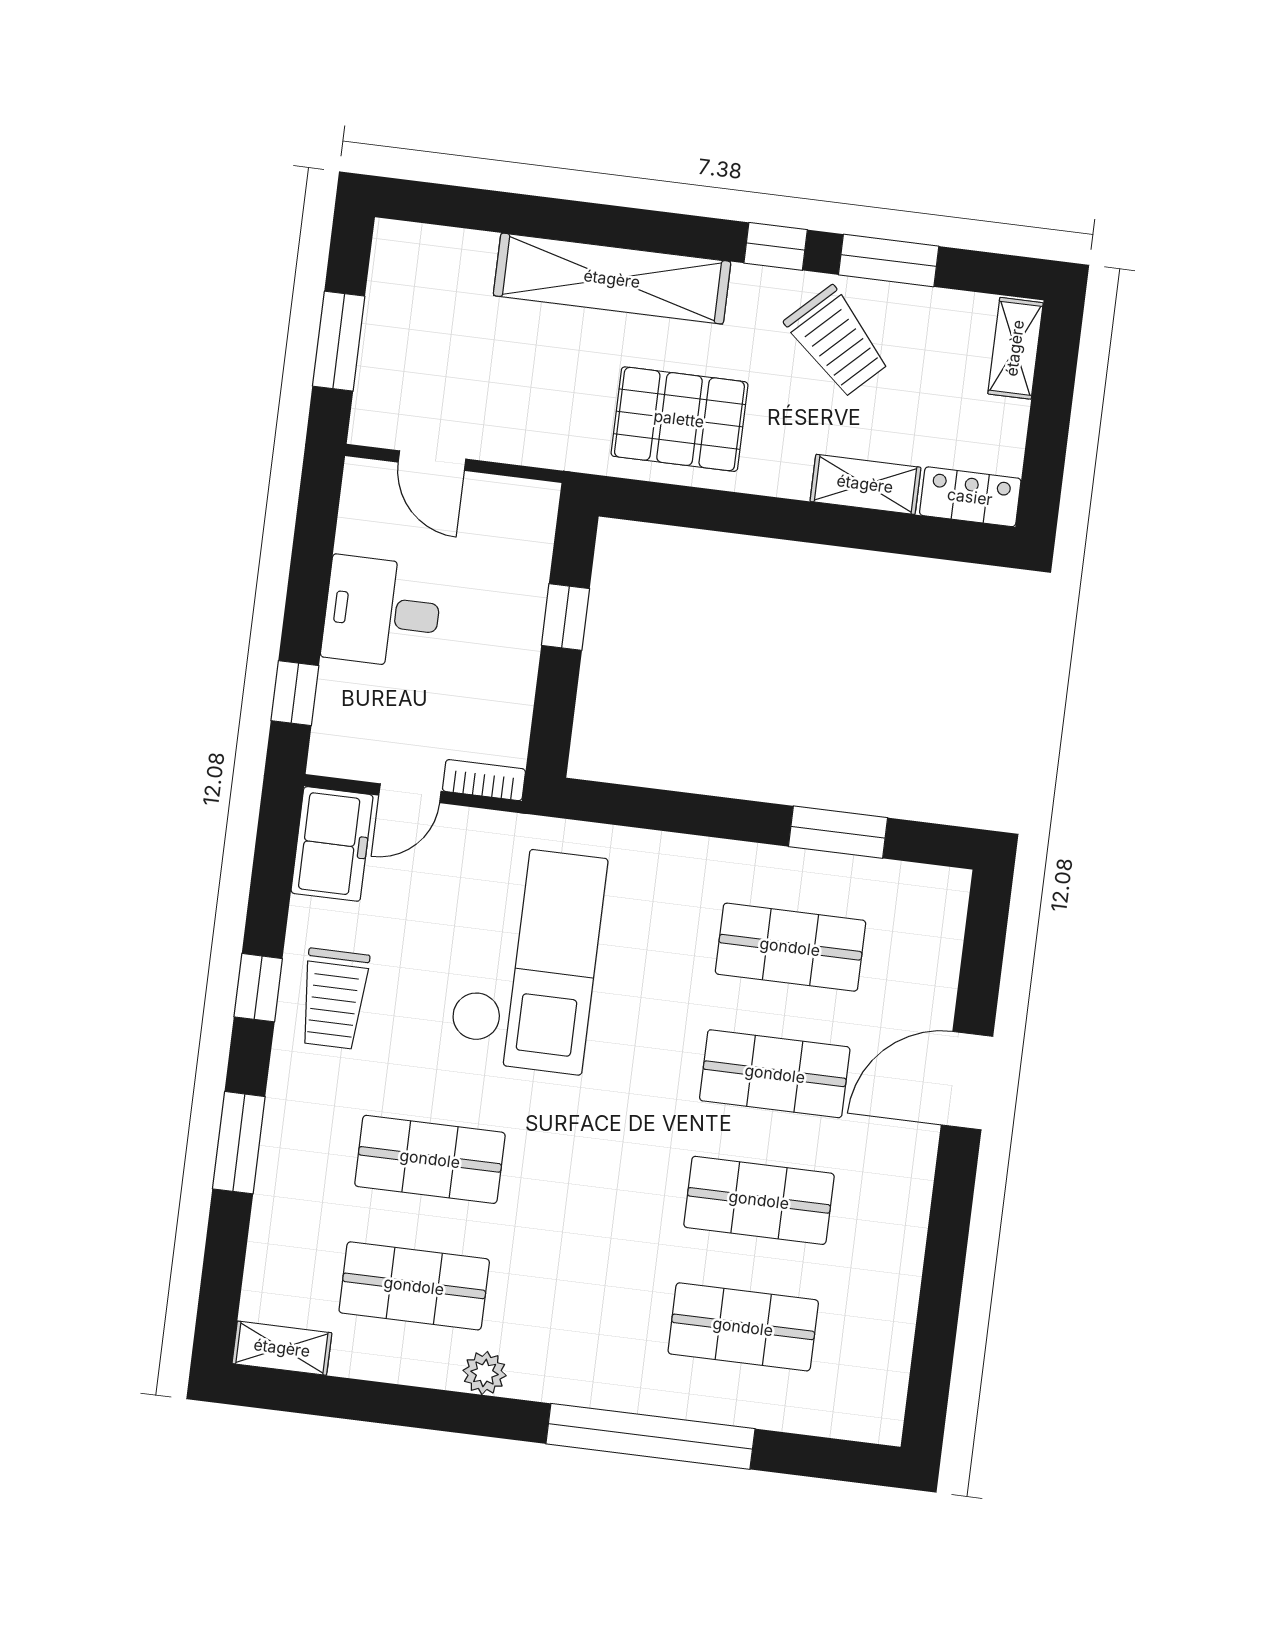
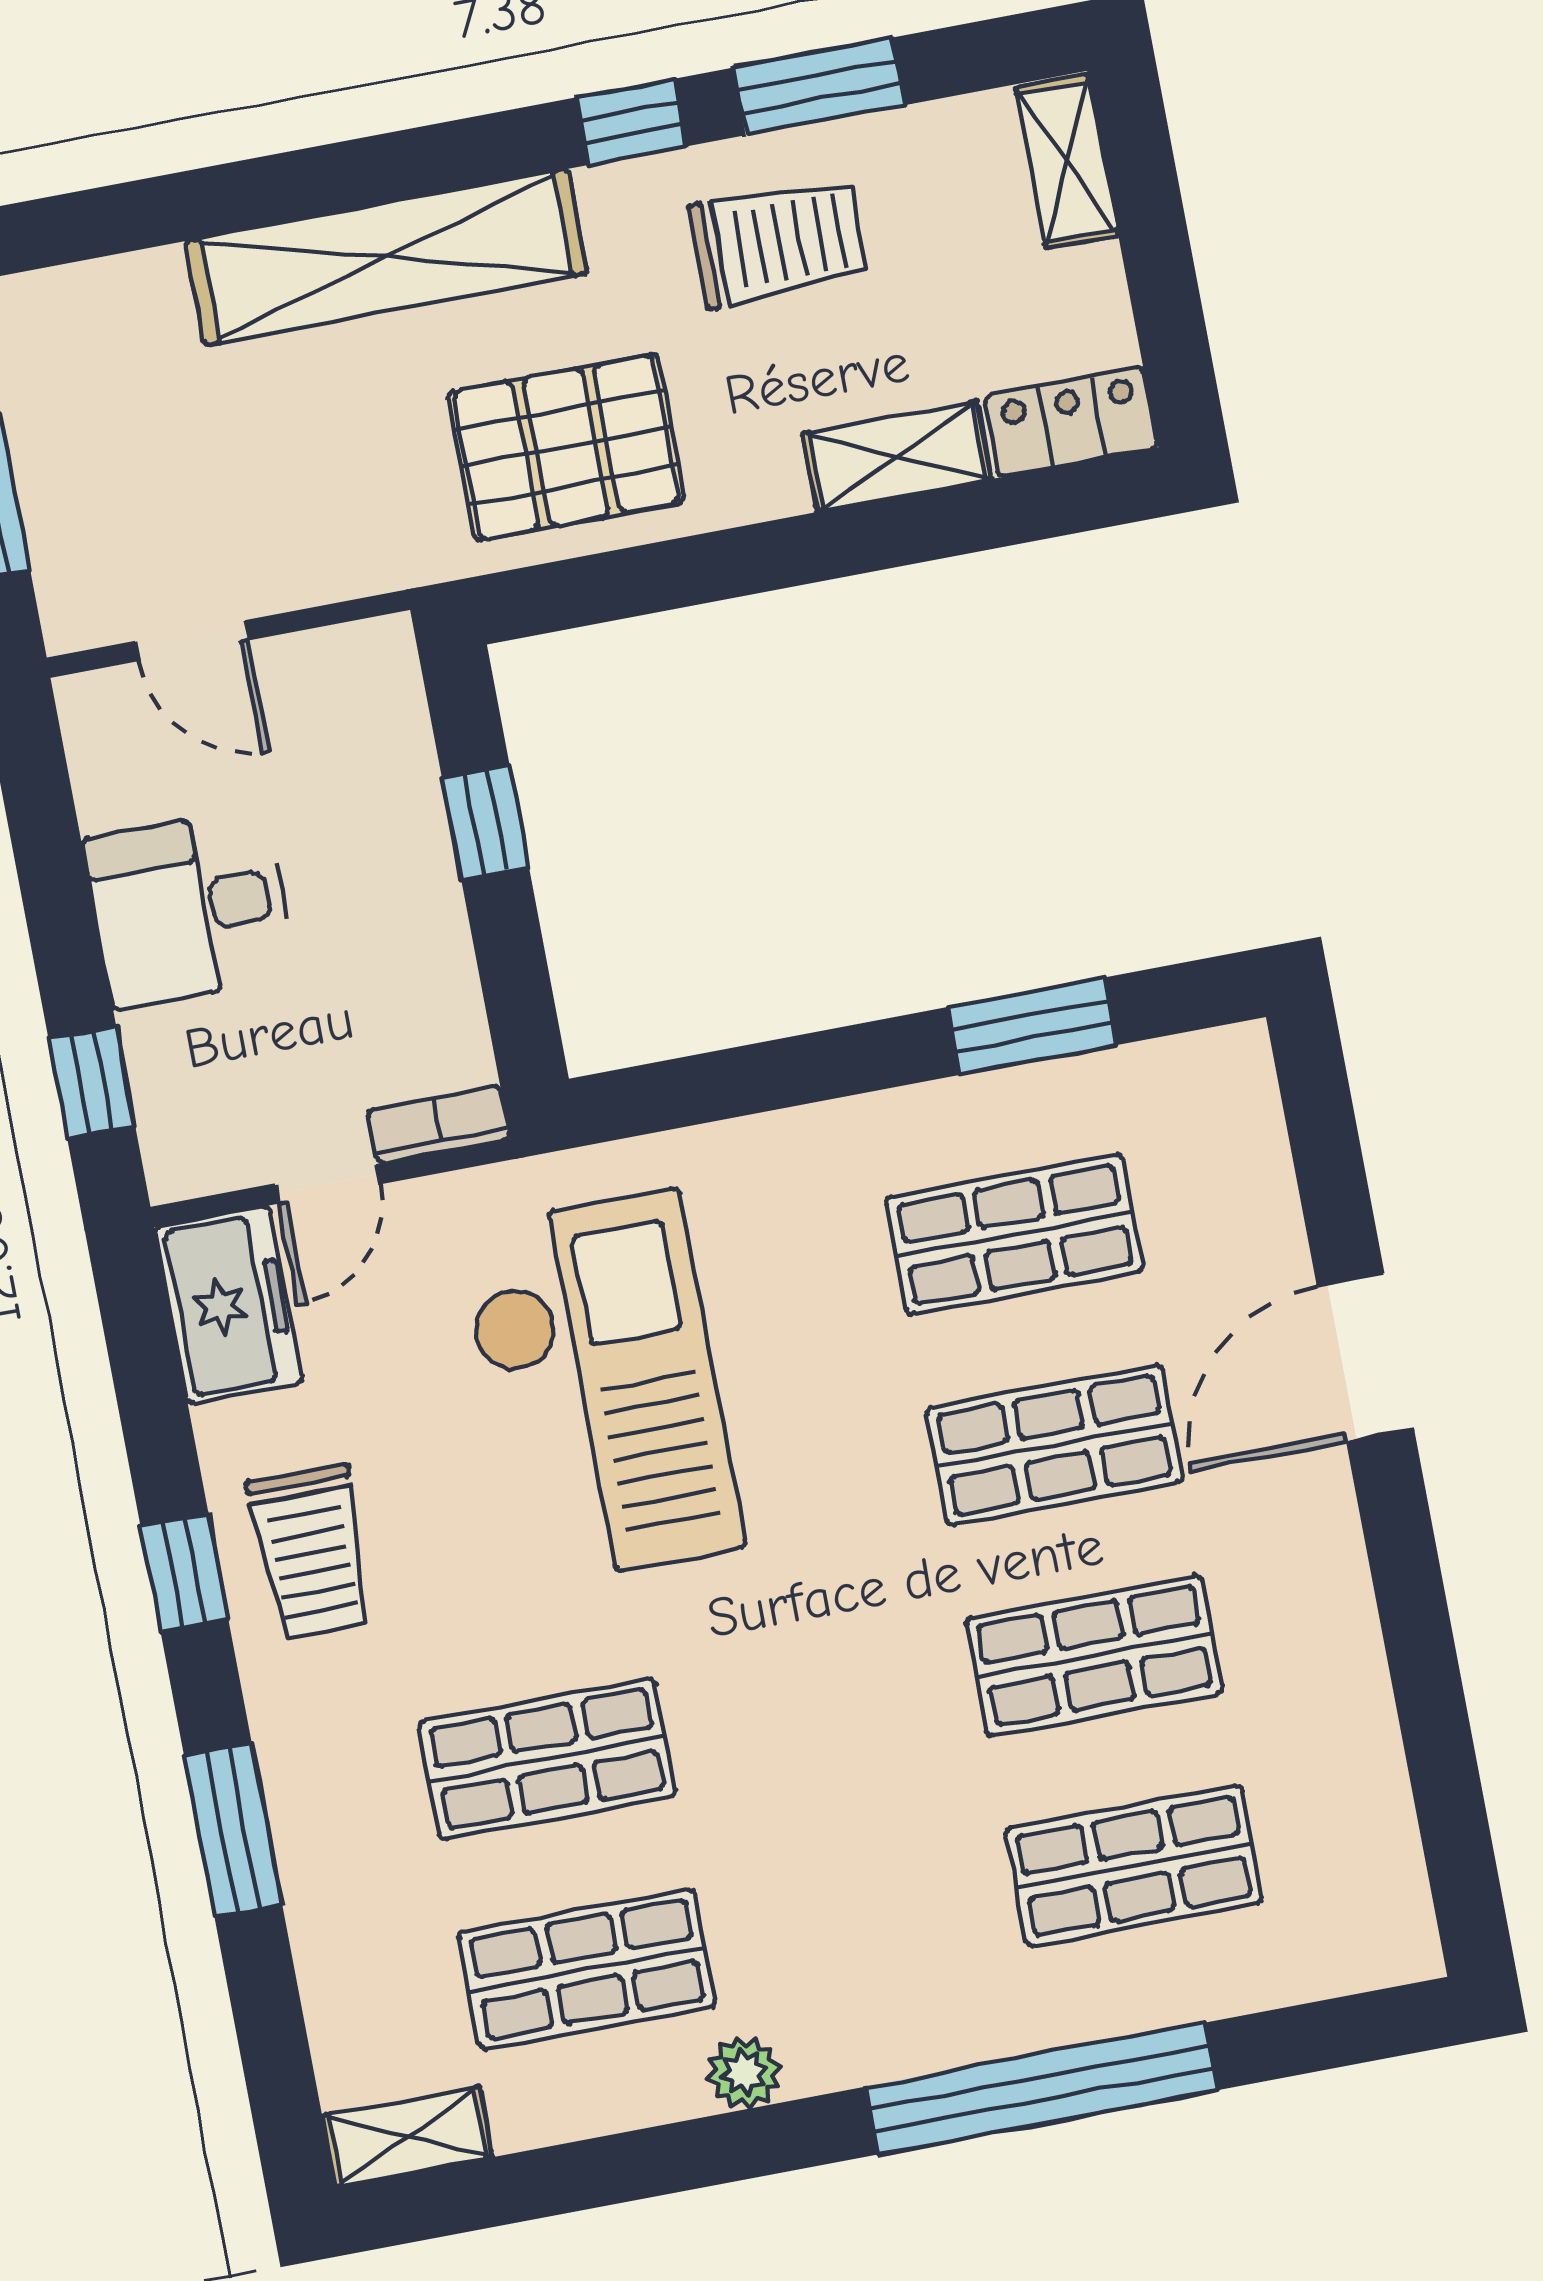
trolley: (837, 342) -> (778, 243), turned -46

